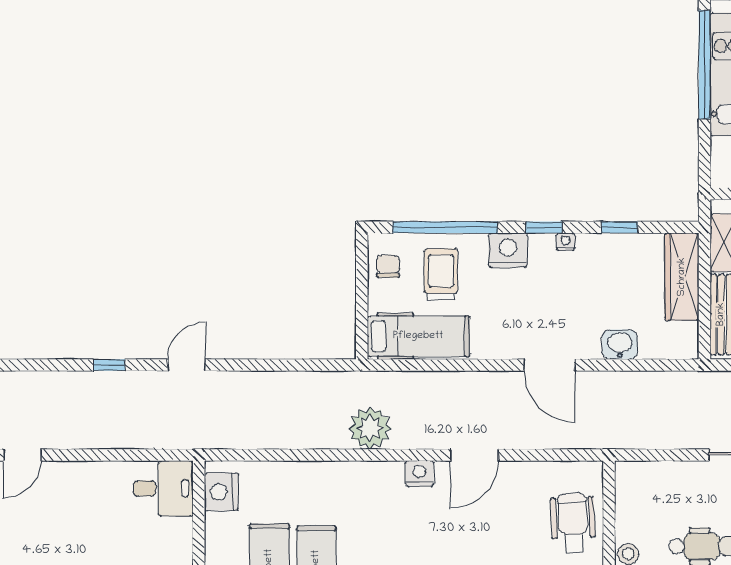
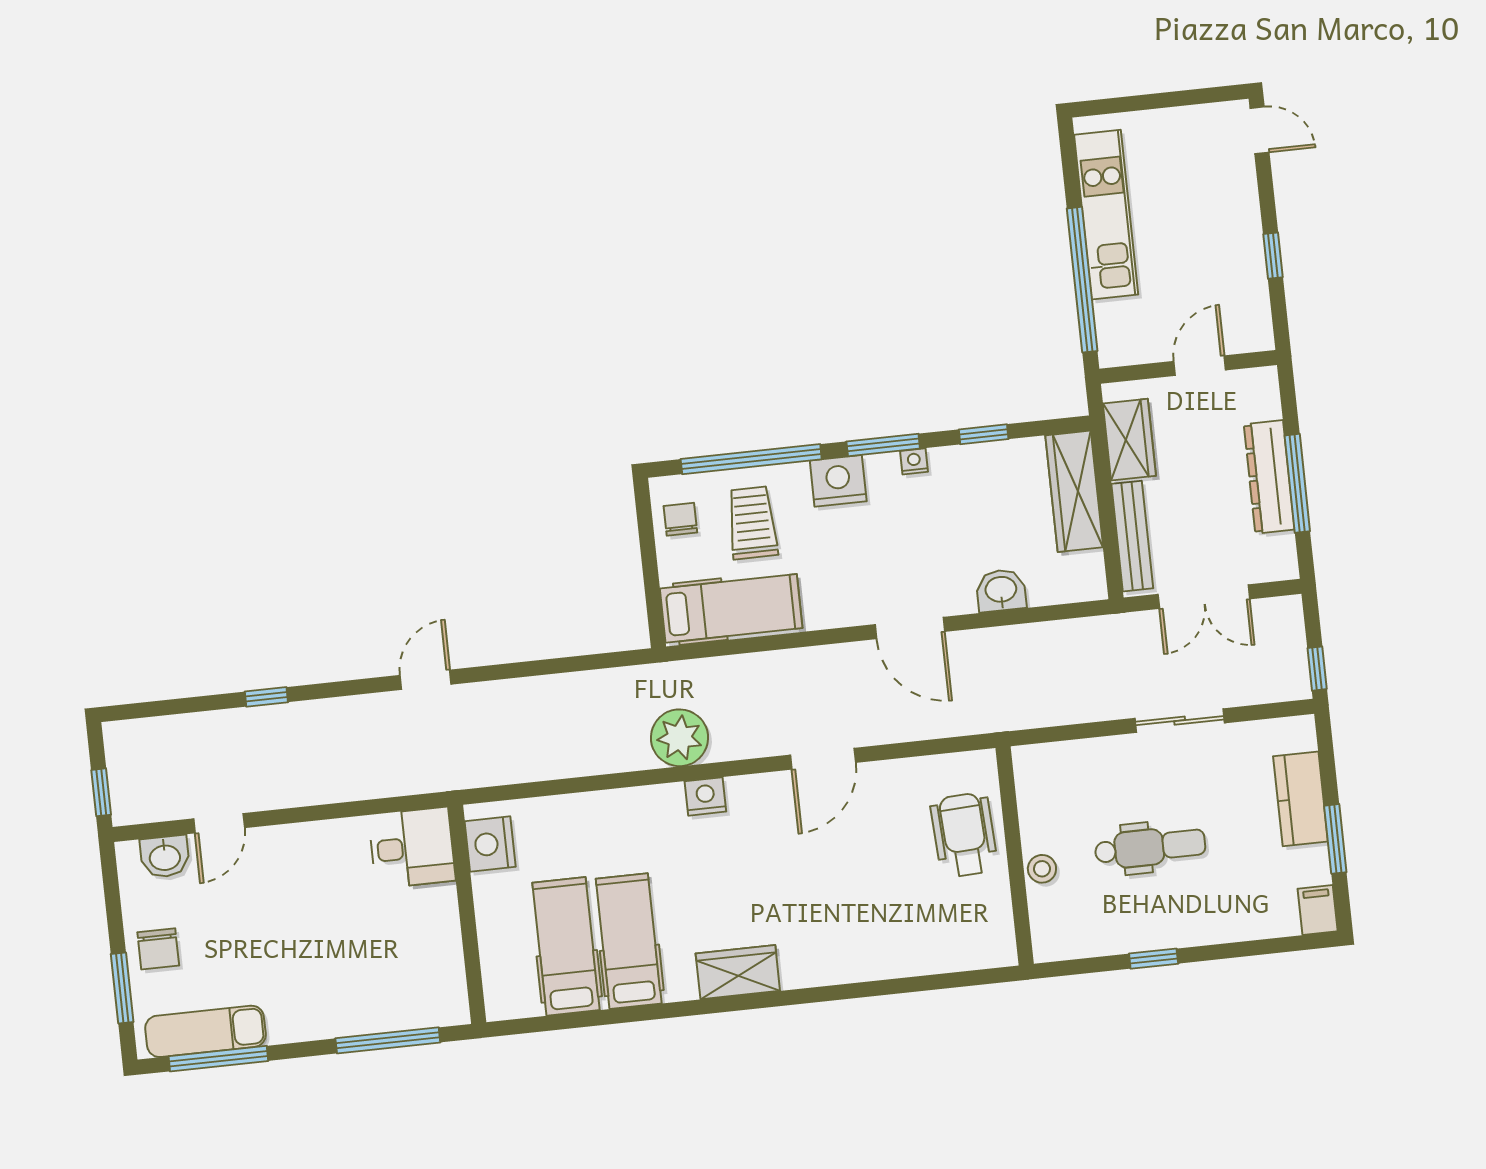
window: (704, 65) -> (1082, 280), moved
window: (544, 227) -> (883, 445), width x1.50
window: (109, 365) -> (266, 697), moved
nightstand: (420, 474) -> (705, 796), moved

